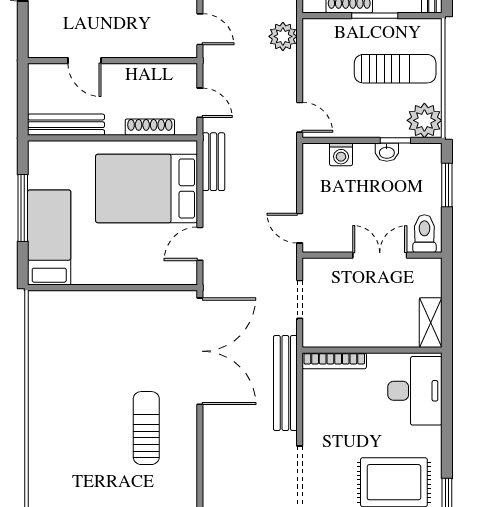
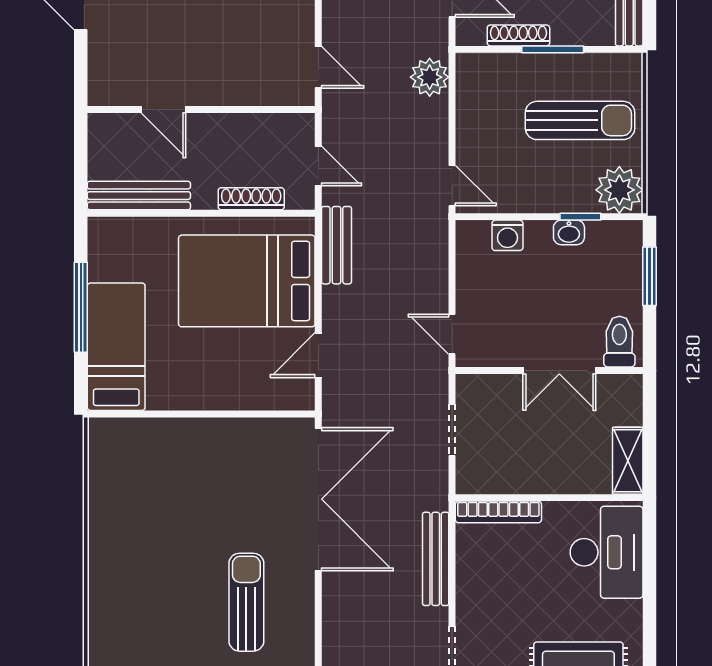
double door: (380, 255) -> (559, 371), swing flipped
bench: (285, 383) -> (436, 559), width x0.73, depth x0.82

